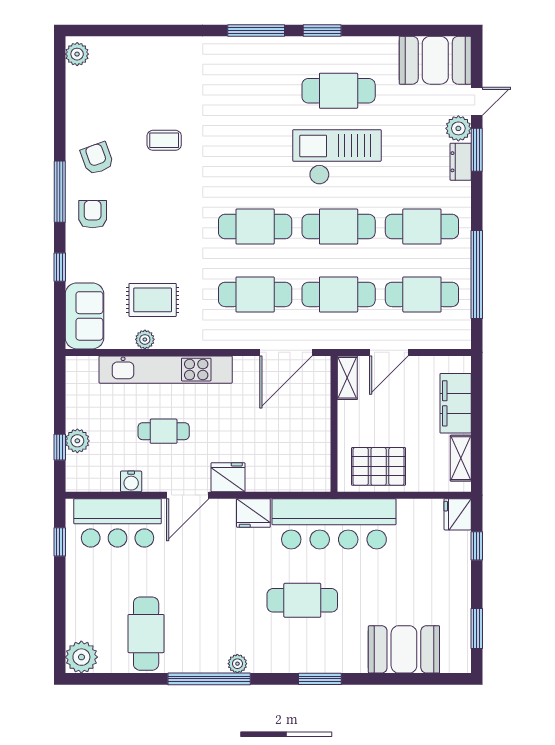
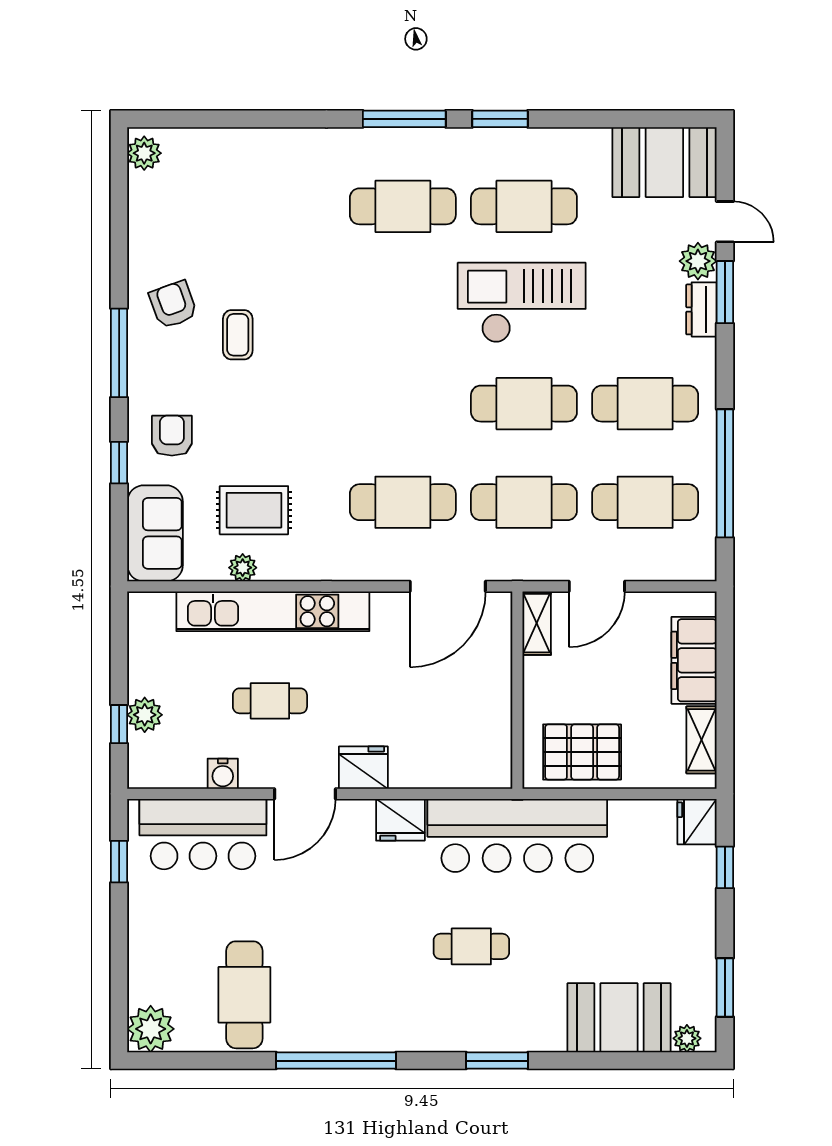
door: (477, 101) -> (725, 222), hinge flipped
coffee table: (164, 140) -> (238, 335), moved, turned 90
armchair: (93, 214) -> (172, 436), moved
cafe table: (255, 227) -> (403, 206), moved
cafe table: (302, 600) -> (471, 946), width x0.73, depth x0.74
plant: (237, 664) -> (687, 1038), moved

